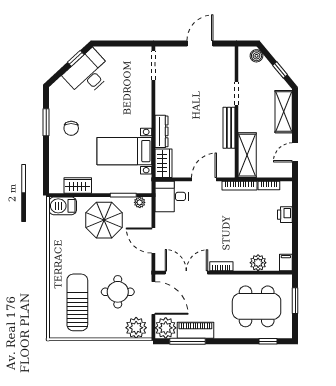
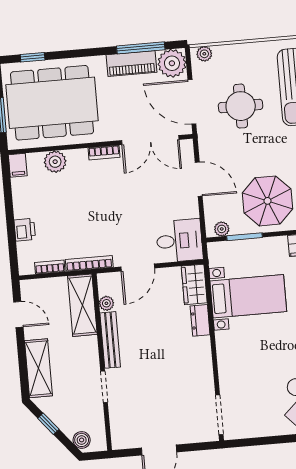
dresser: (161, 131) -> (200, 320), width x0.70
door: (295, 152) -> (18, 315), hinge flipped
plant: (229, 155) -> (106, 303), added
dining table: (257, 306) -> (52, 103), width x1.36, depth x1.24
plant: (136, 328) -> (204, 54), width x0.53, depth x0.53

